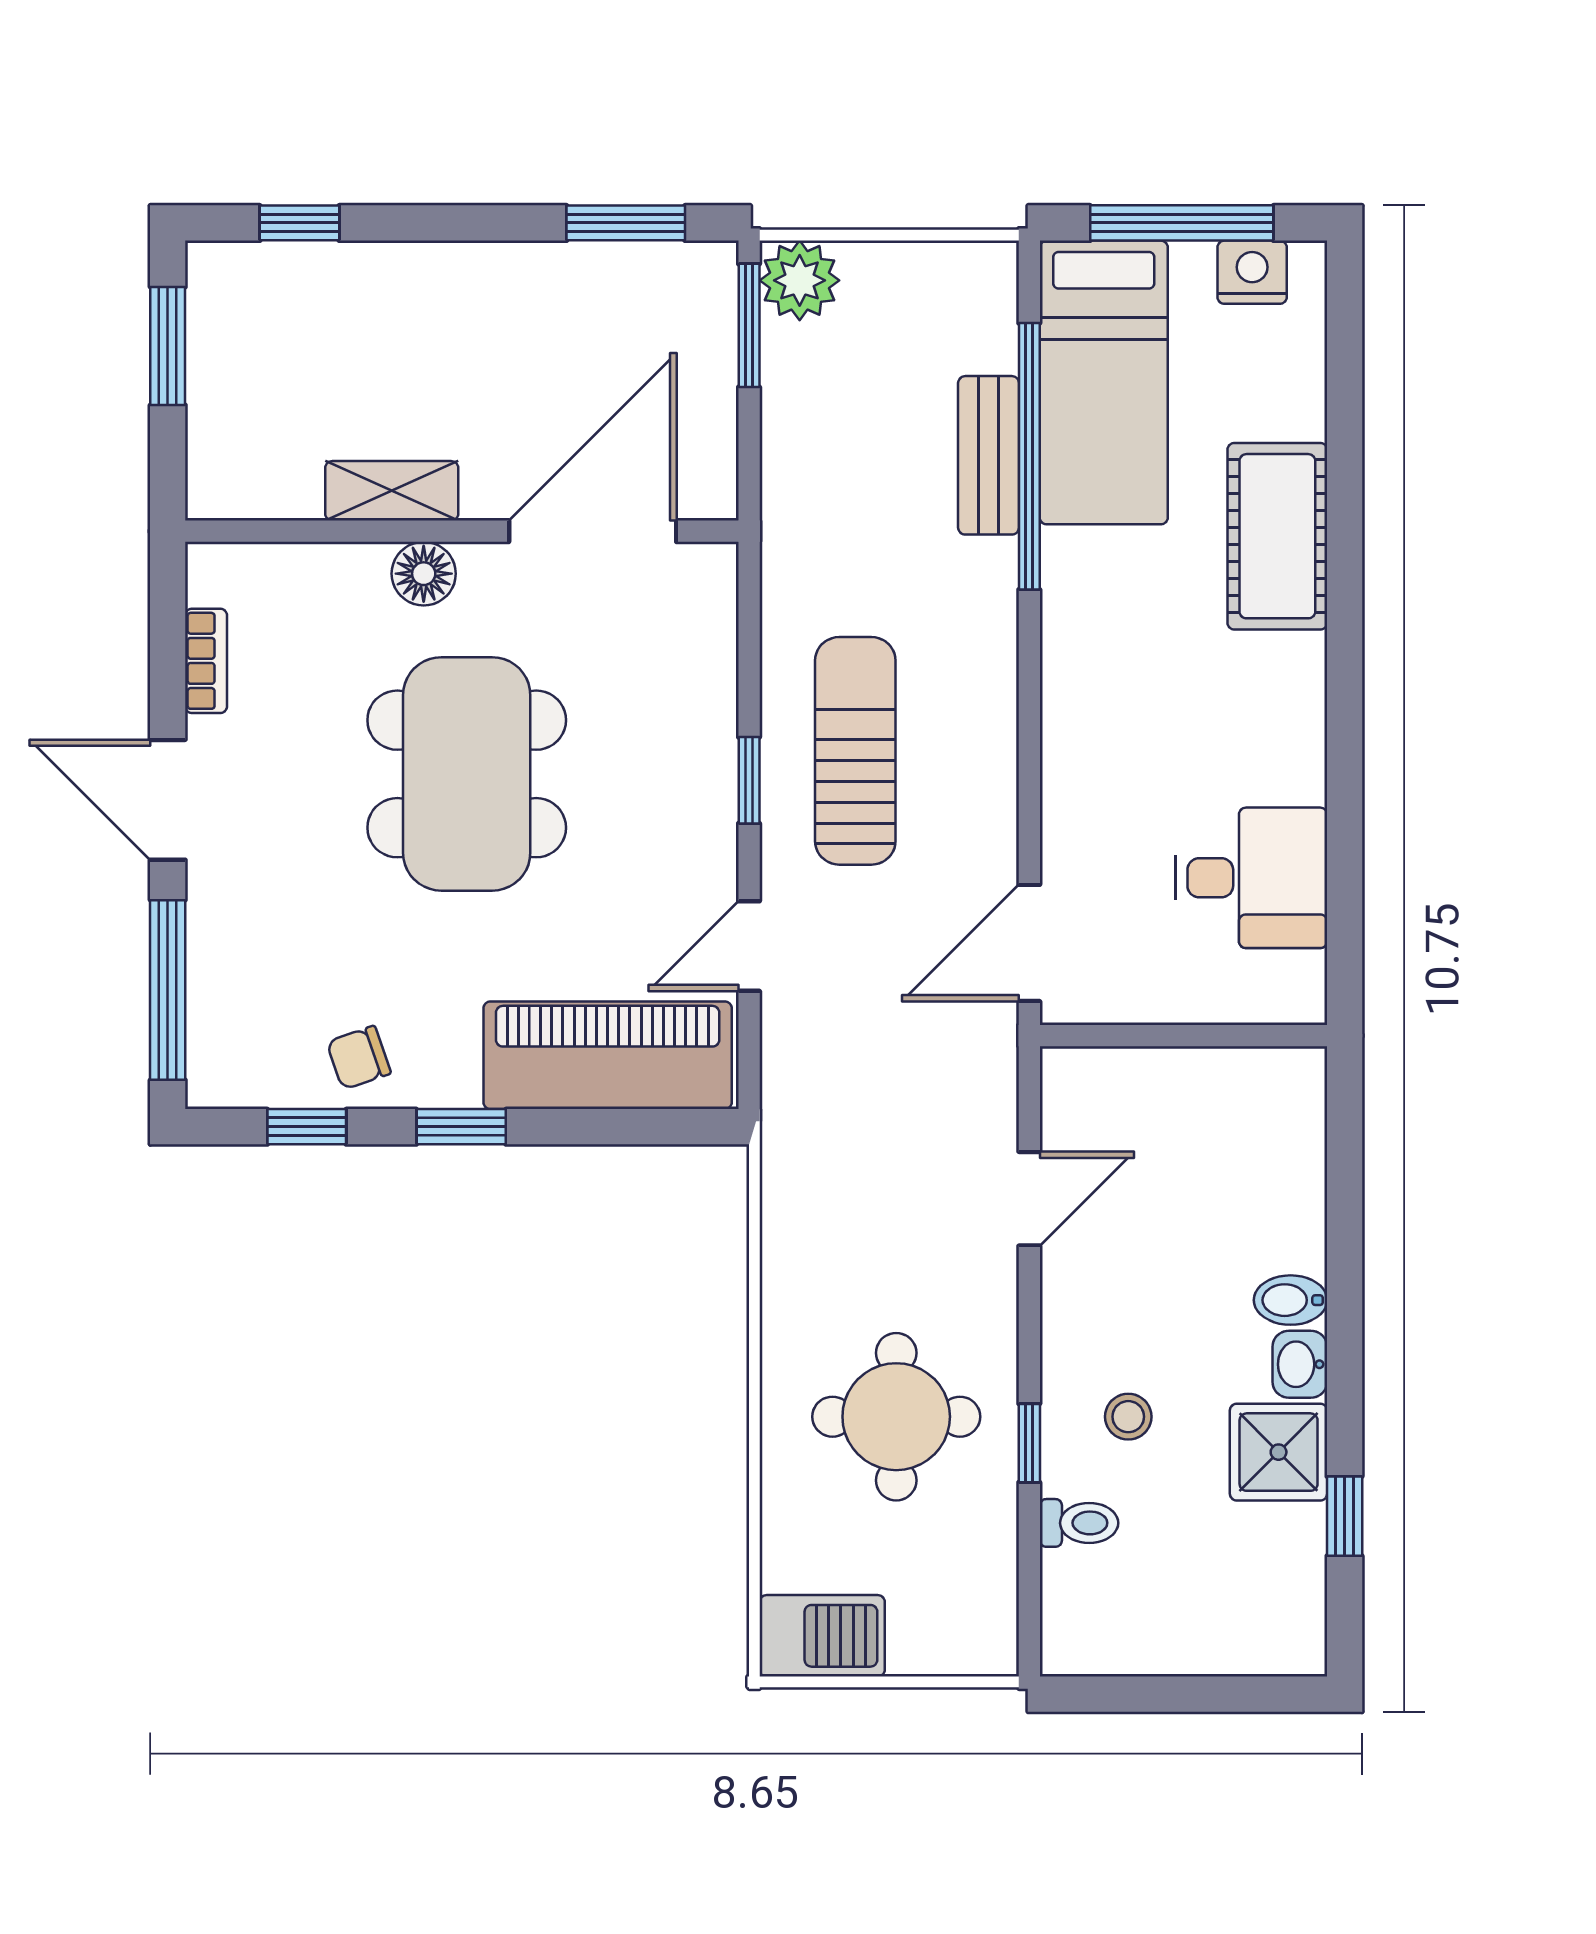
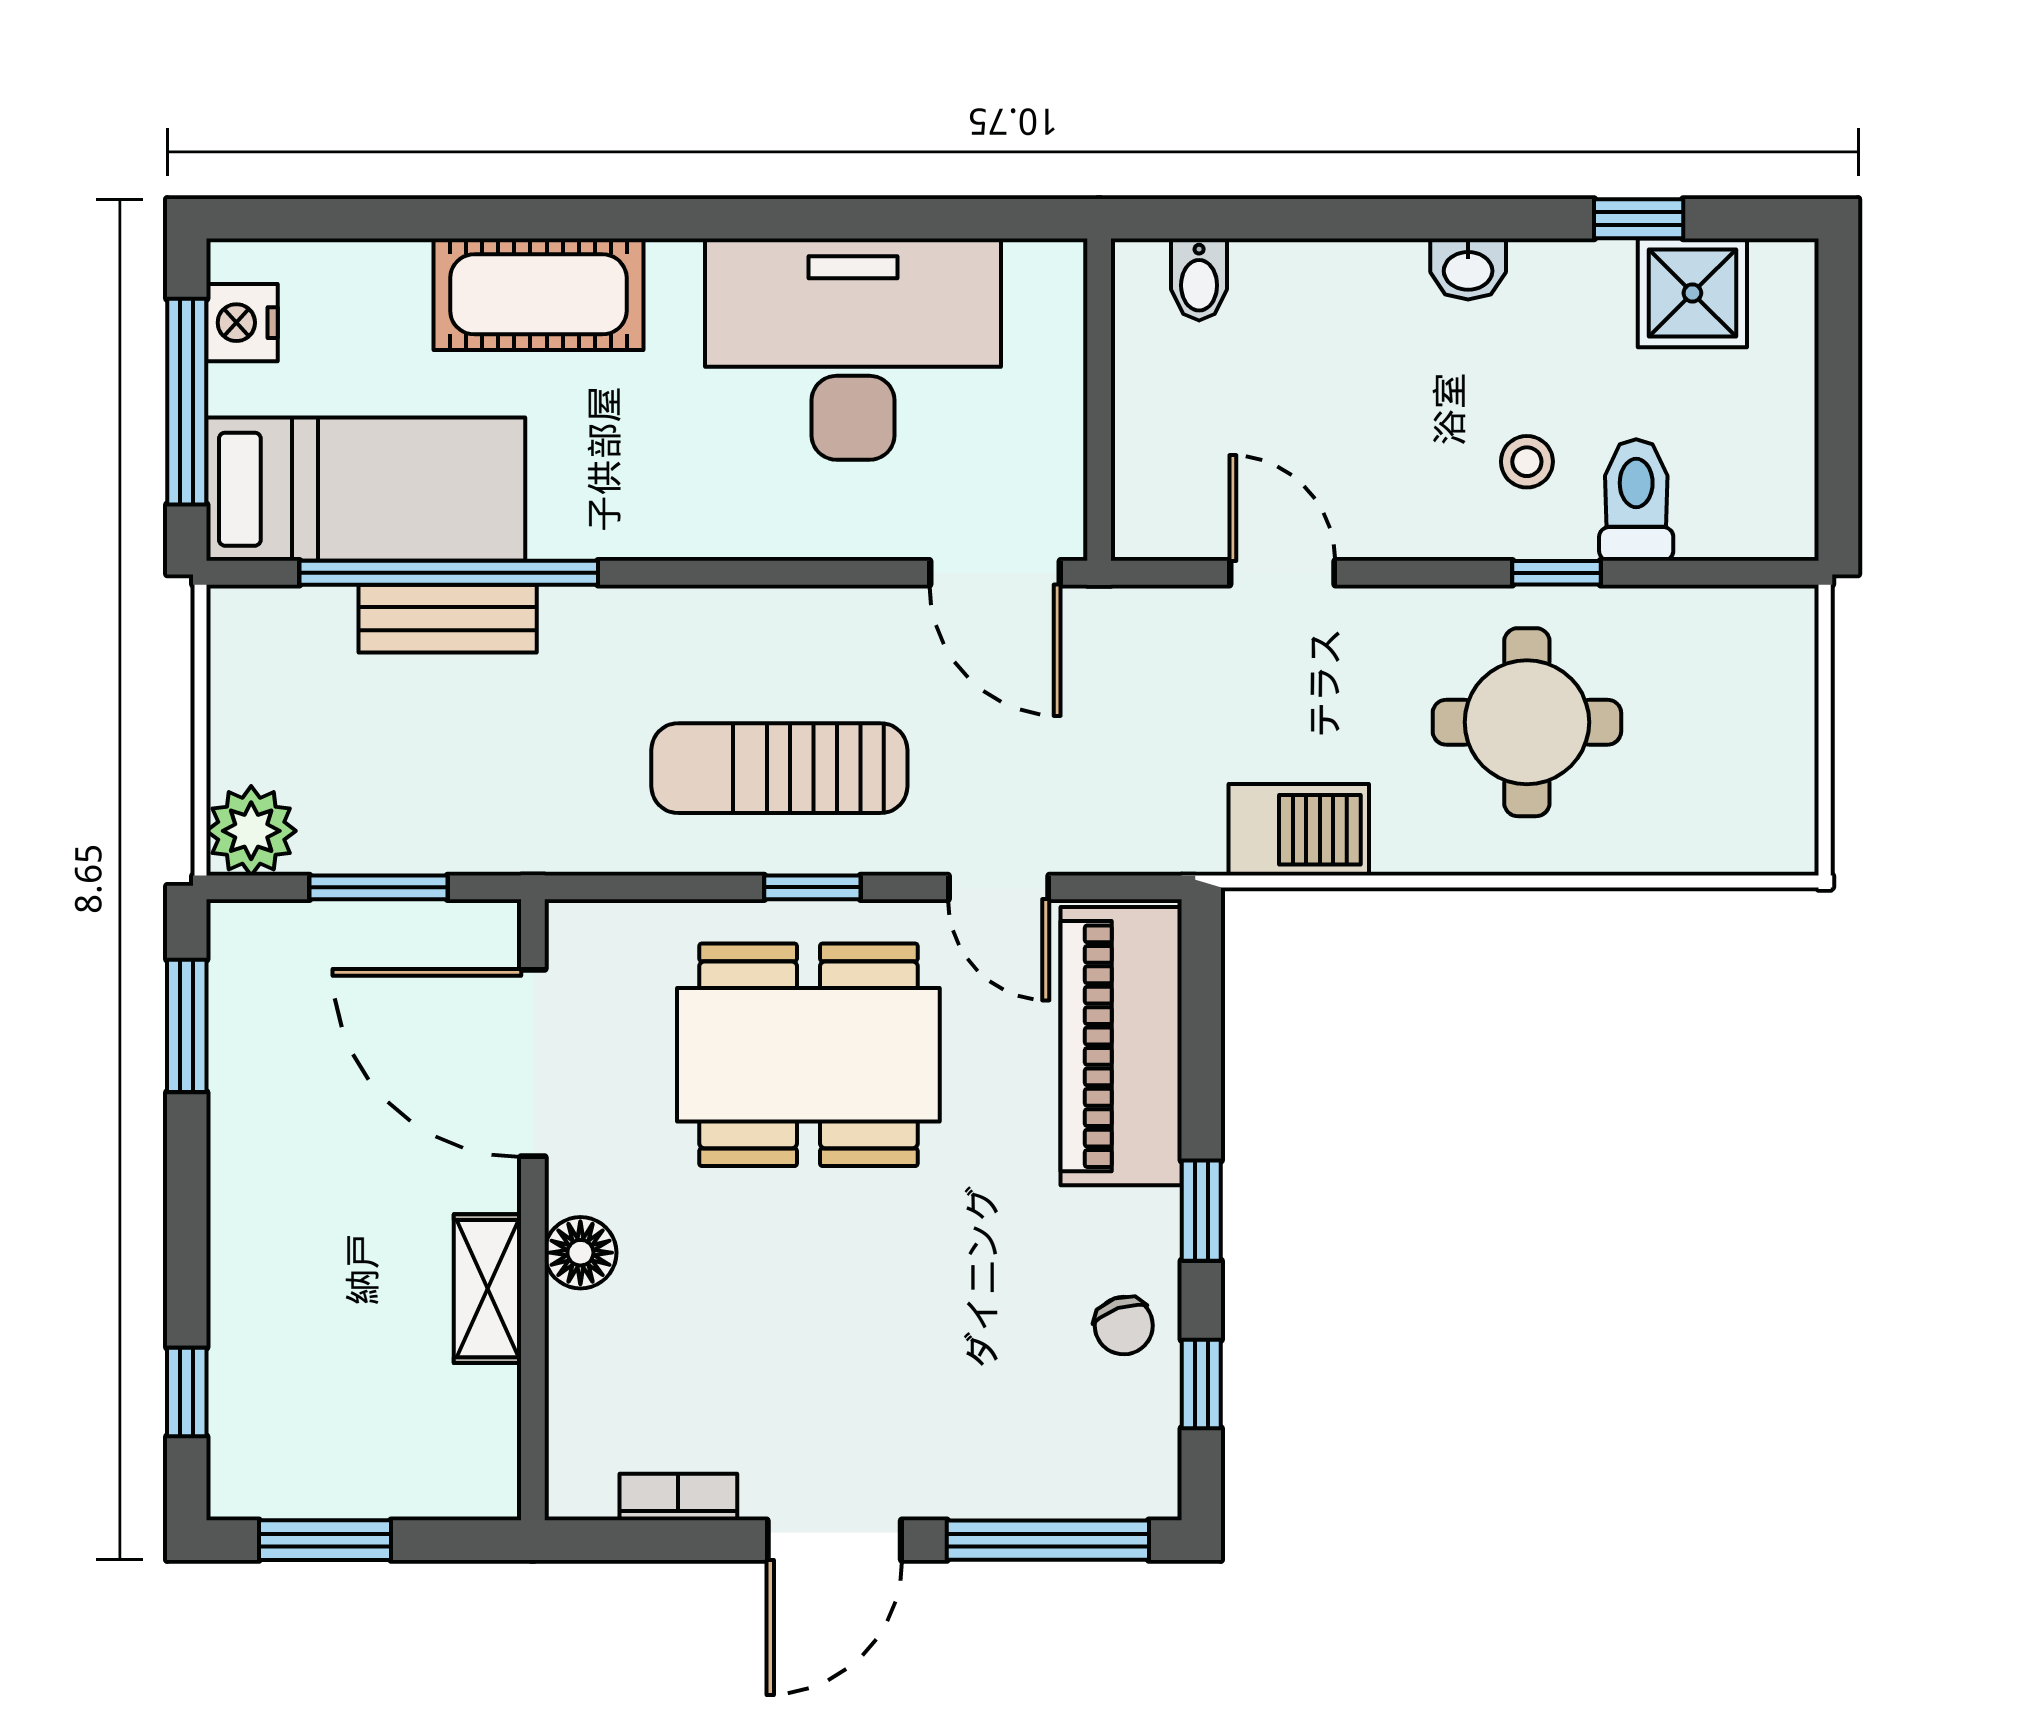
window: (749, 325) -> (378, 887), moved
dining table: (467, 774) -> (808, 1055), moved
desk: (1251, 878) -> (853, 349), width x1.87, depth x1.30
bidet: (1291, 1300) -> (1199, 280), moved
shower: (1279, 1452) -> (1692, 293), moved
toilet: (1079, 1523) -> (1636, 500), width x1.37, depth x1.39
barbecue: (822, 1636) -> (1299, 830), moved, turned 90

